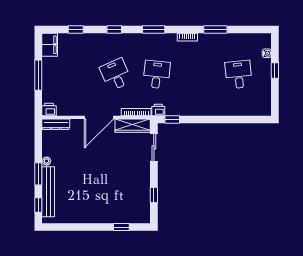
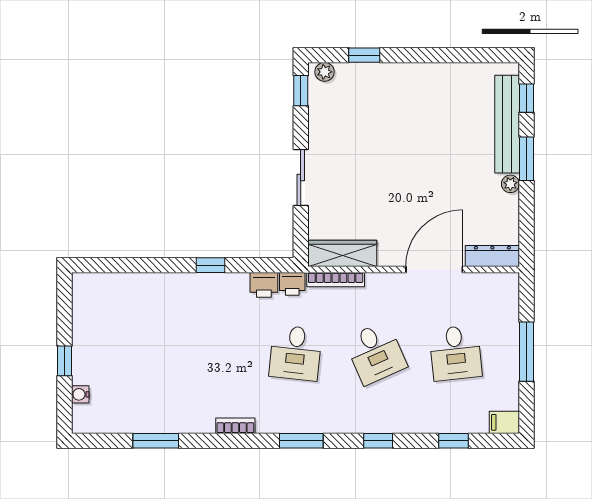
window: (215, 30) -> (156, 441), moved
filing cabinet: (50, 45) -> (504, 422), width x0.50
desk: (239, 75) -> (456, 353), moved
printer: (49, 109) -> (264, 285), moved
door: (99, 117) -> (434, 269), moved
window: (172, 119) -> (210, 265), moved
sliding door: (154, 147) -> (301, 178), moved
window: (154, 195) -> (301, 91), moved
plant: (142, 218) -> (325, 72), added

